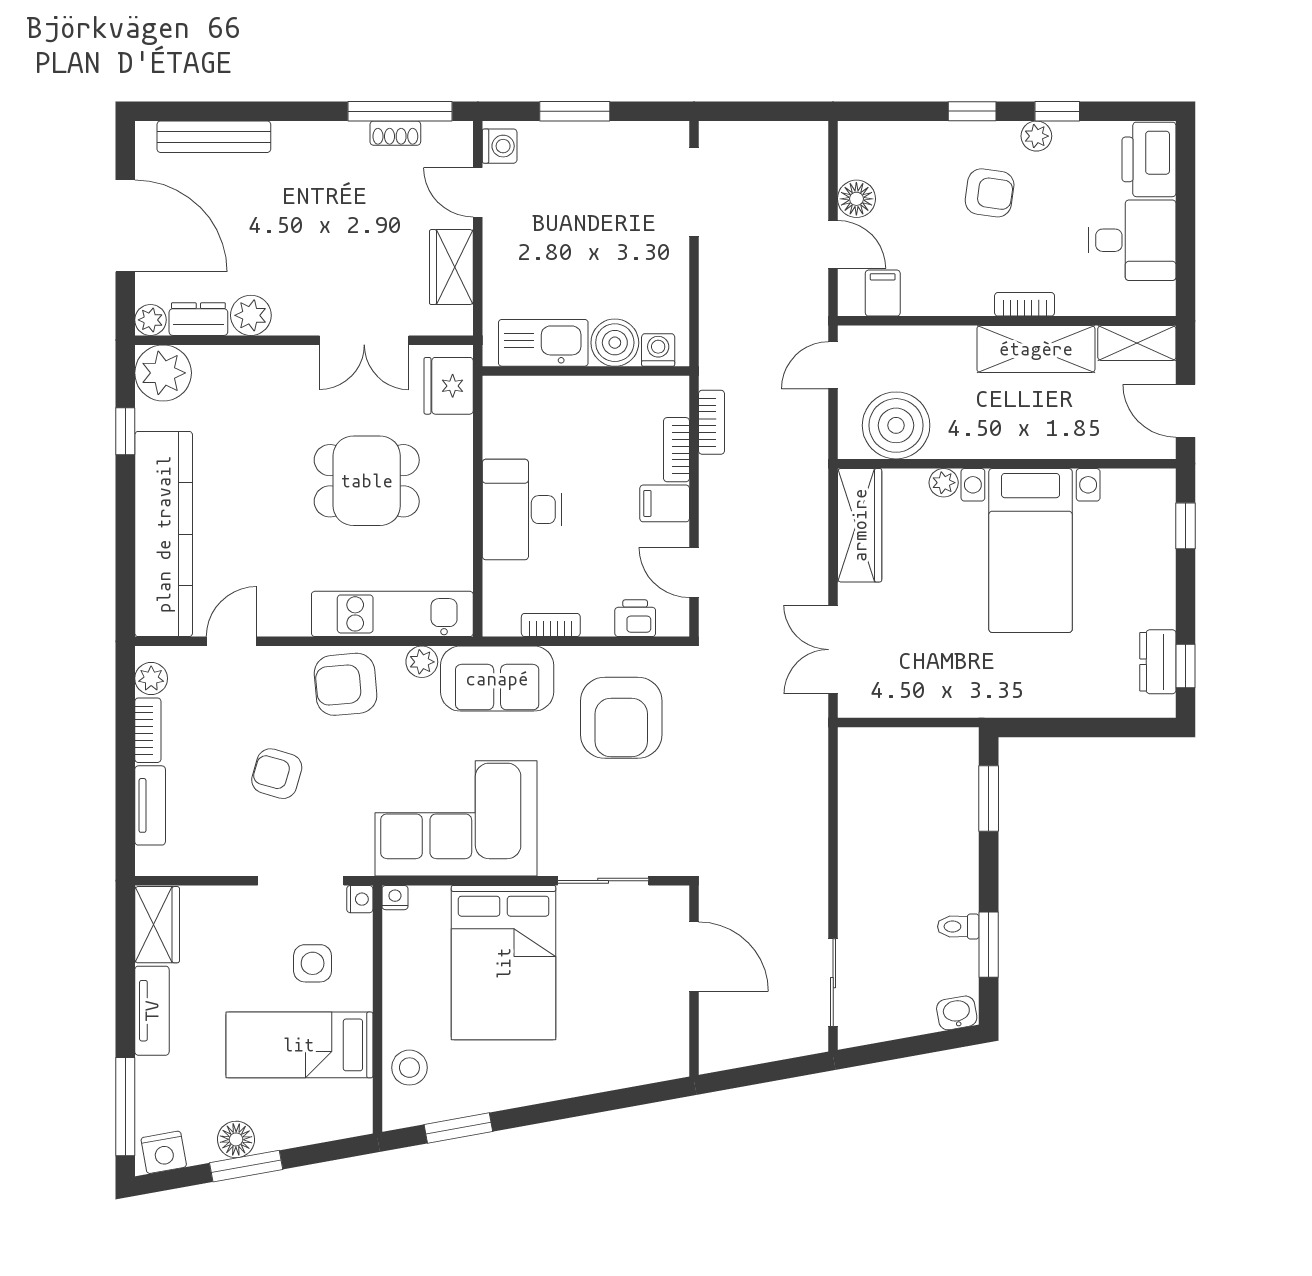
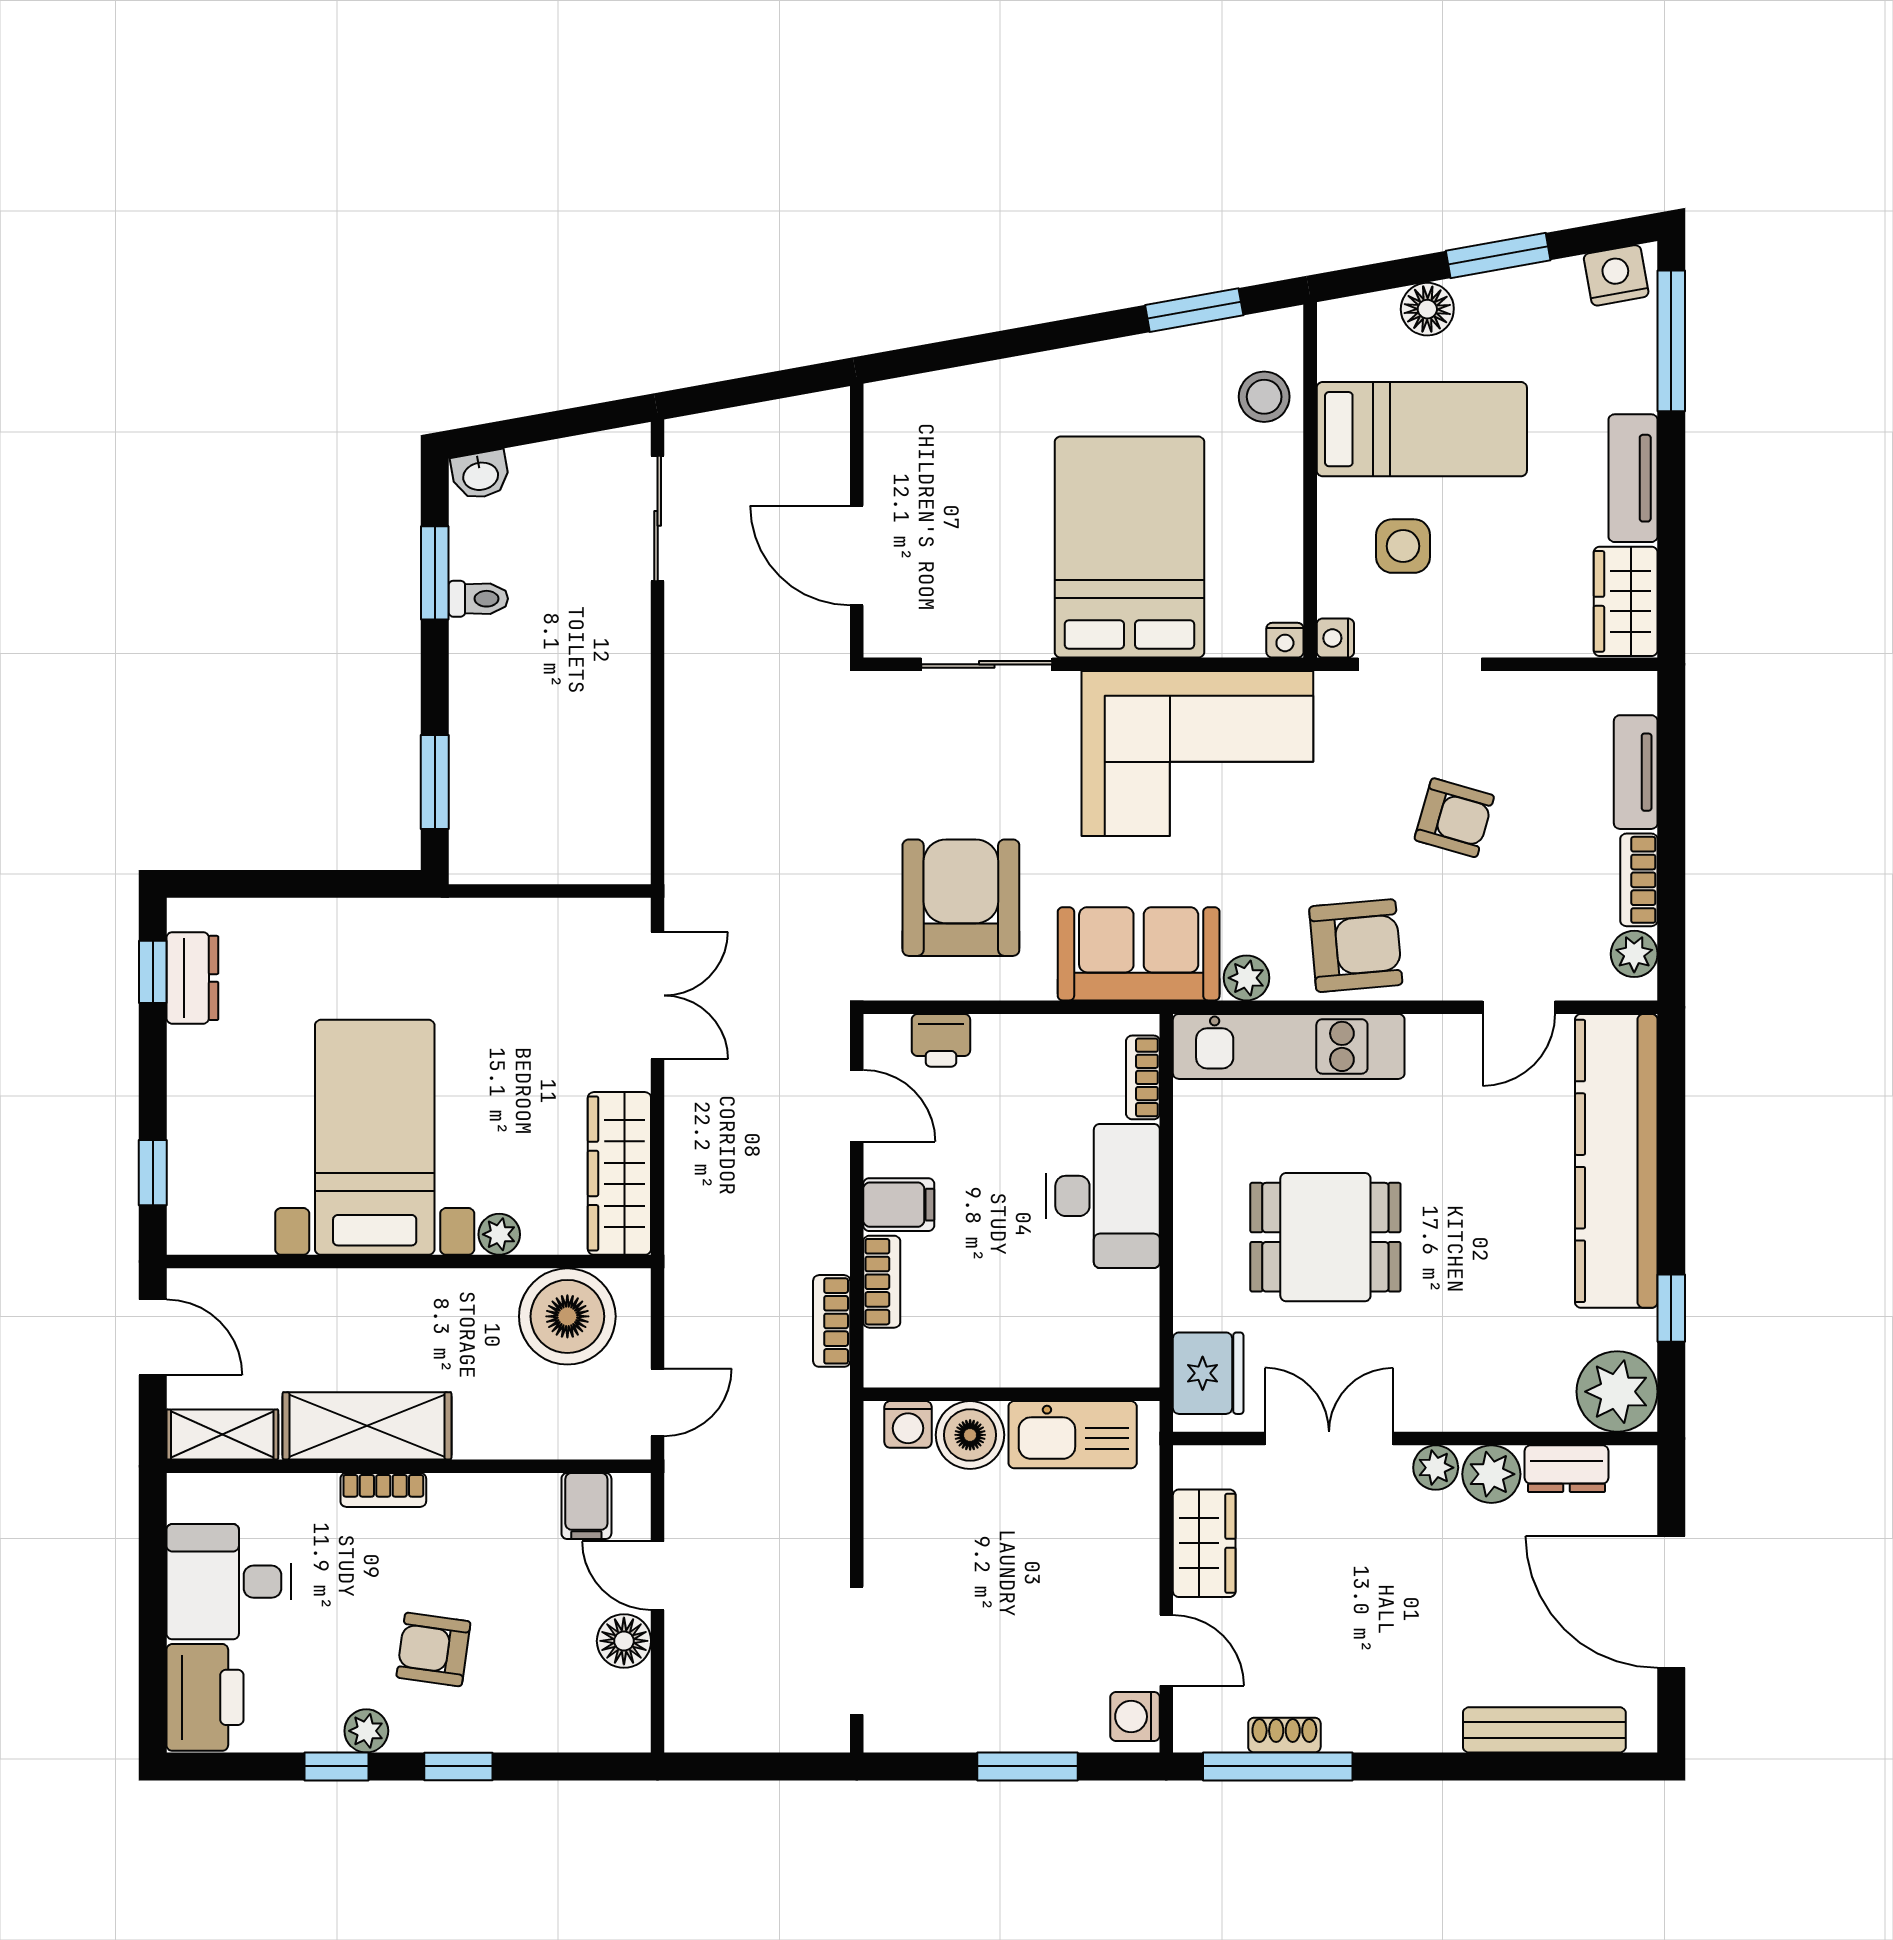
plant: (151, 320) -> (1436, 1468), moved
bookcase: (551, 625) -> (1143, 1077), moved, turned 90
floor lamp: (236, 1139) -> (1427, 309), moved

